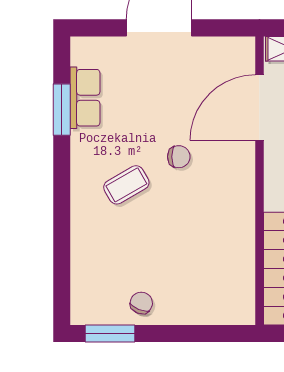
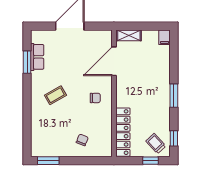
chair: (179, 157) -> (95, 98), moved
chair: (141, 303) -> (82, 140), moved

